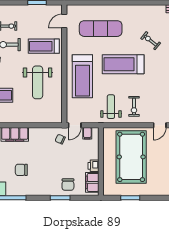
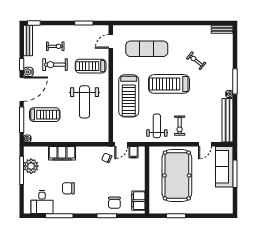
printer: (93, 166) -> (140, 184), removed

